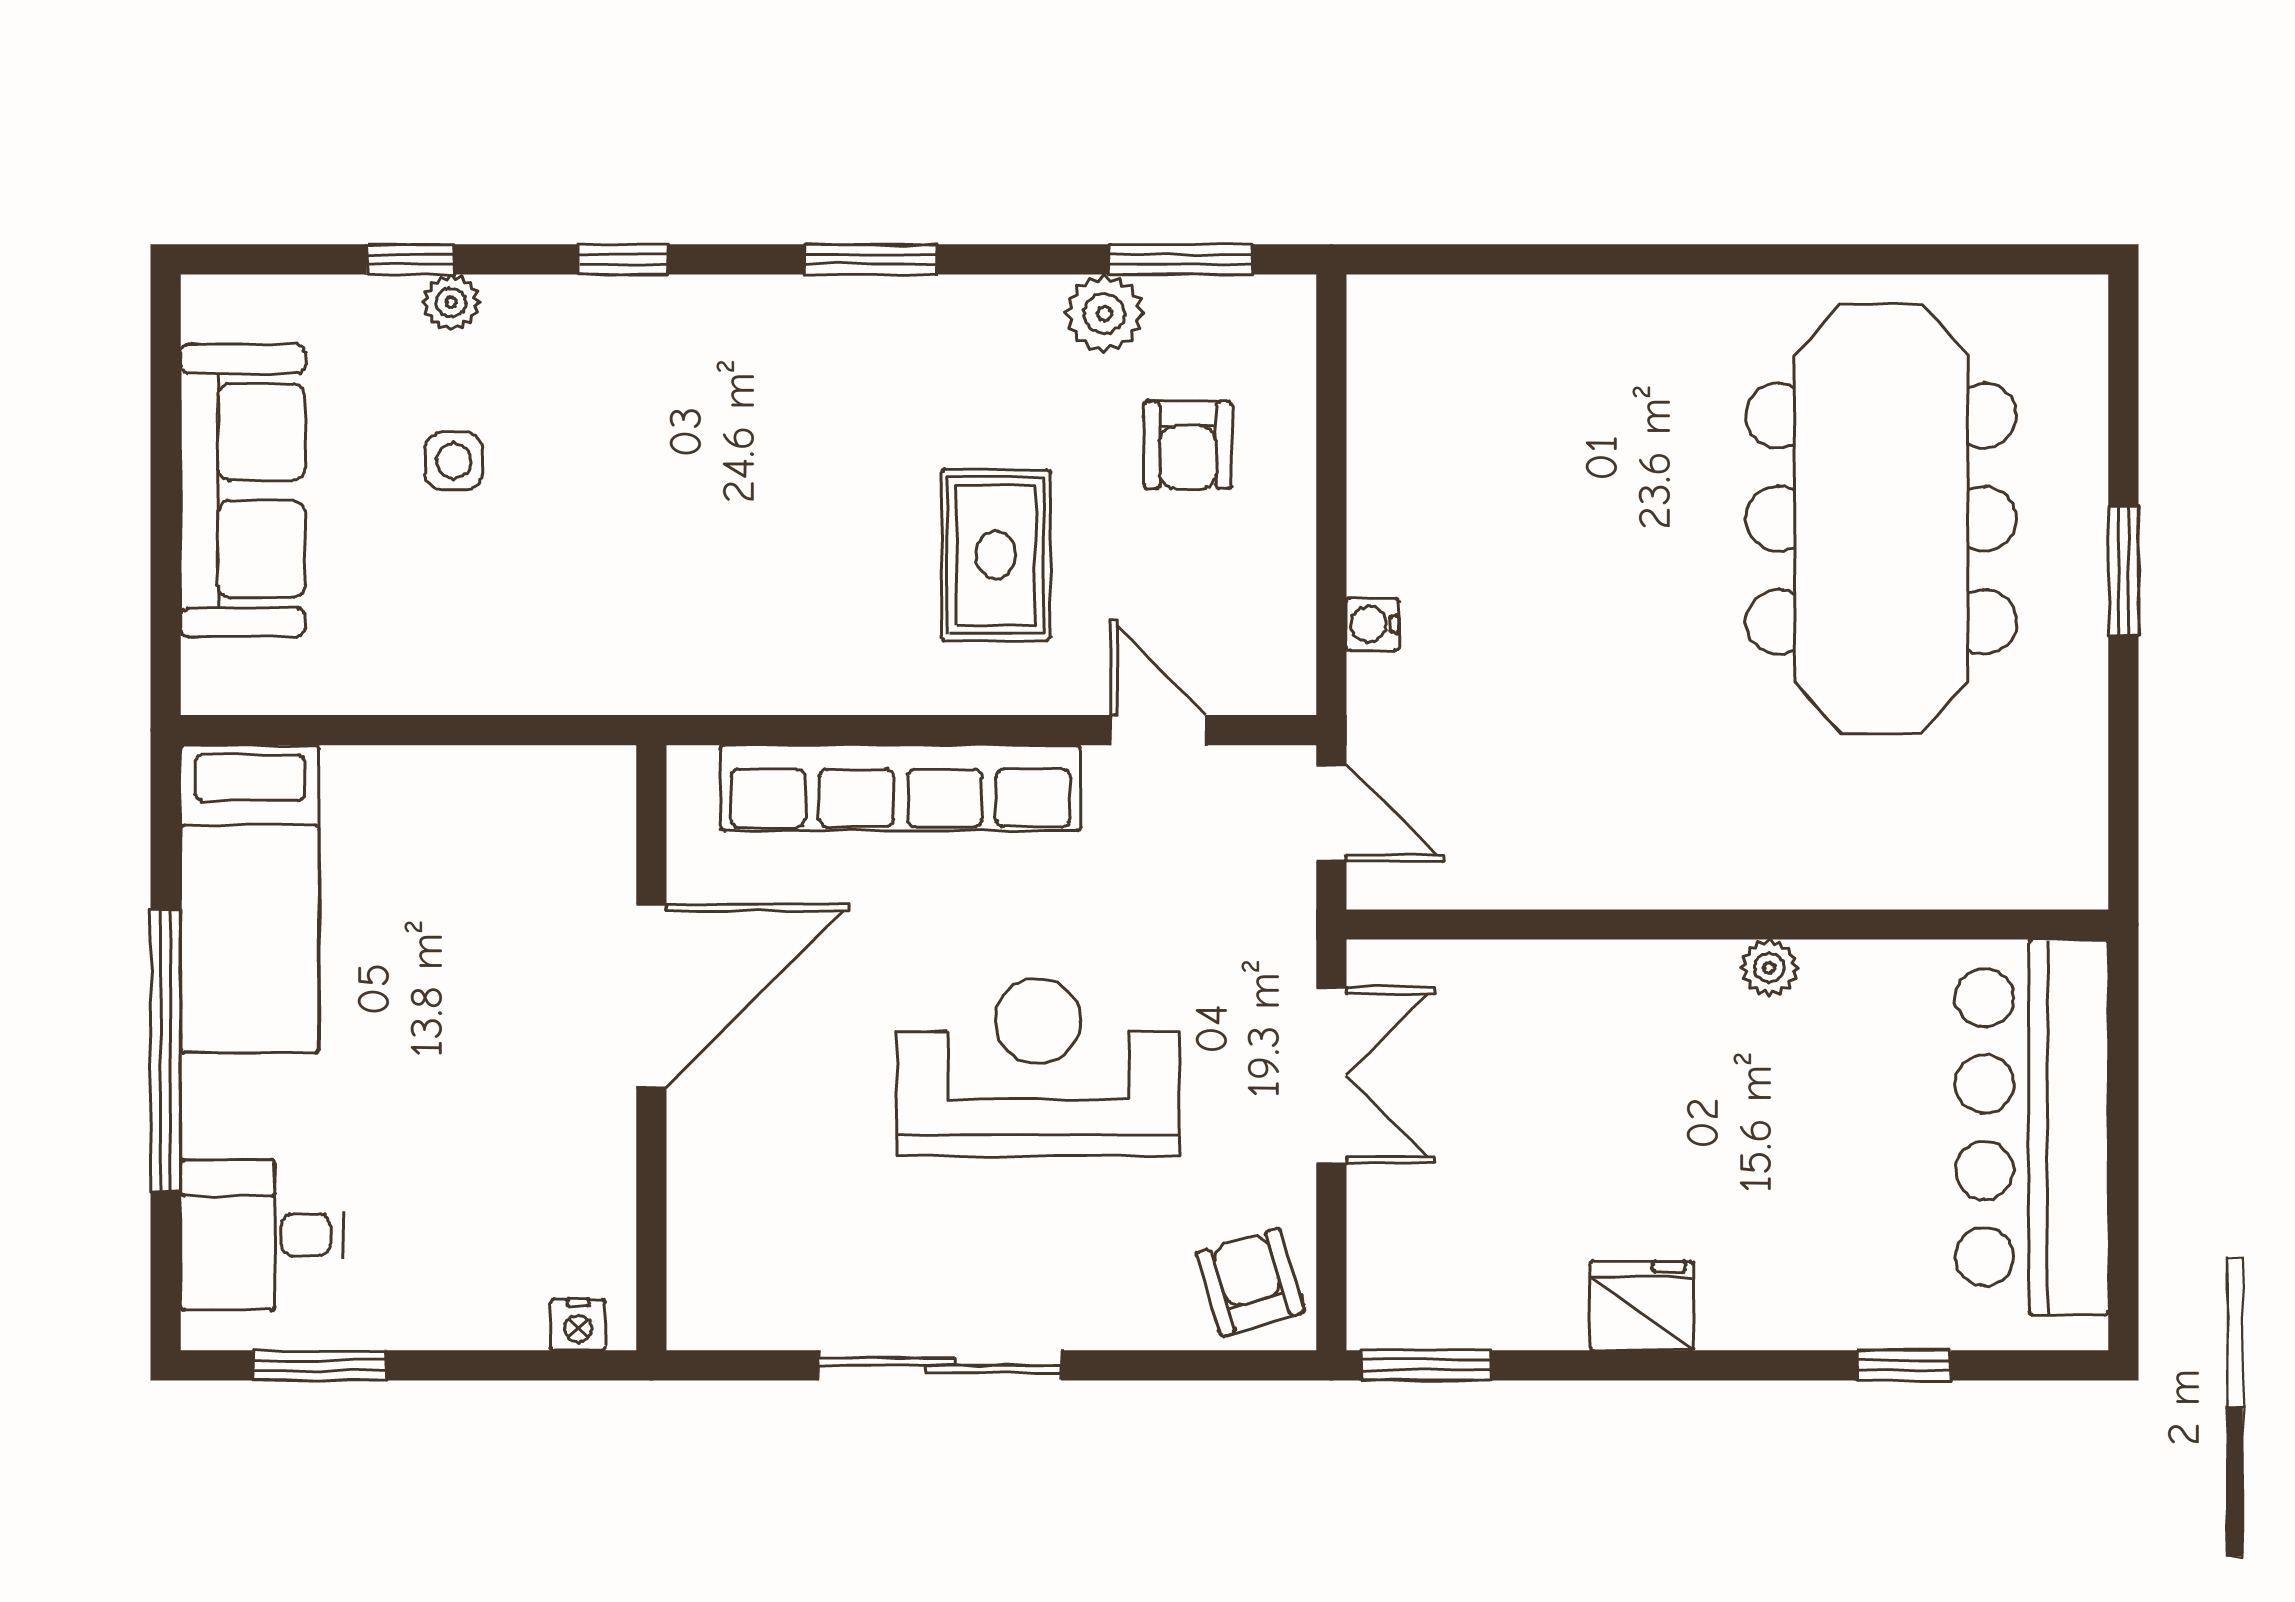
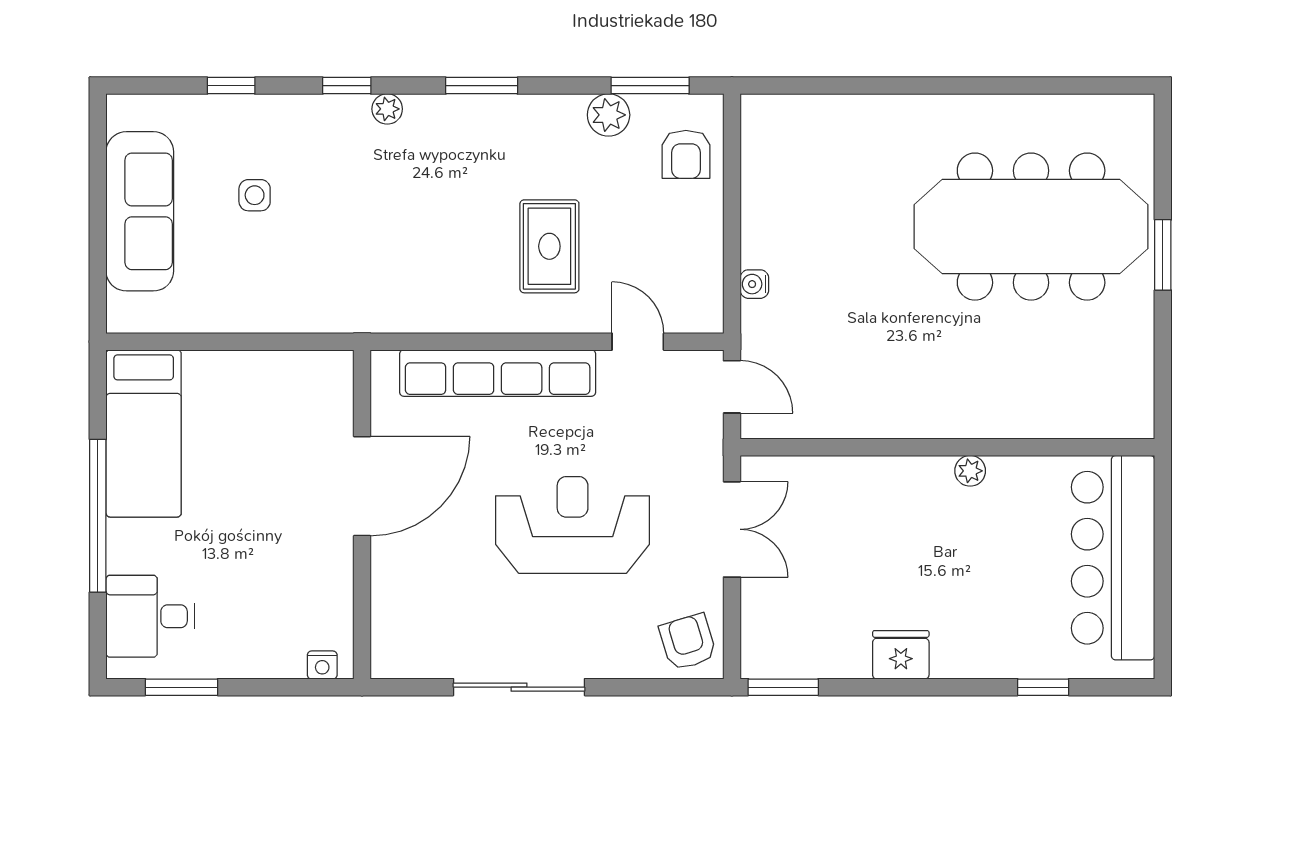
plant: (451, 302) -> (387, 109), moved
armchair: (1188, 445) -> (686, 154), moved
meeting table: (1881, 519) -> (1031, 227), turned 90

